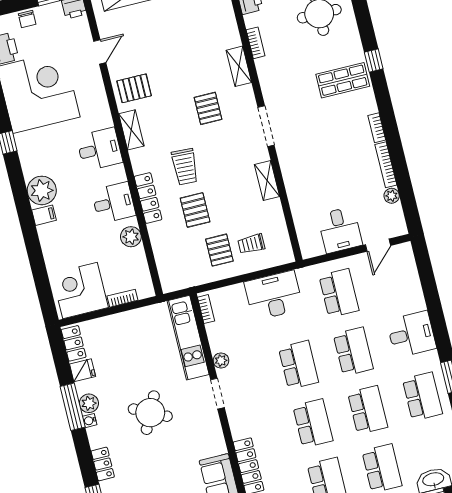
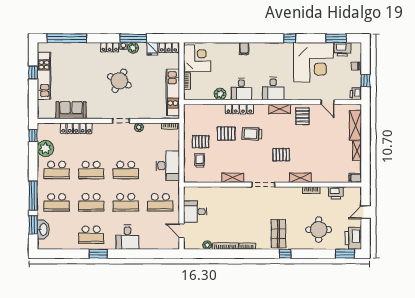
plant: (42, 190) -> (258, 51), removed
kitchen unit: (188, 338) -> (173, 92), moved, turned -90
locker: (103, 464) -> (110, 47), moved

